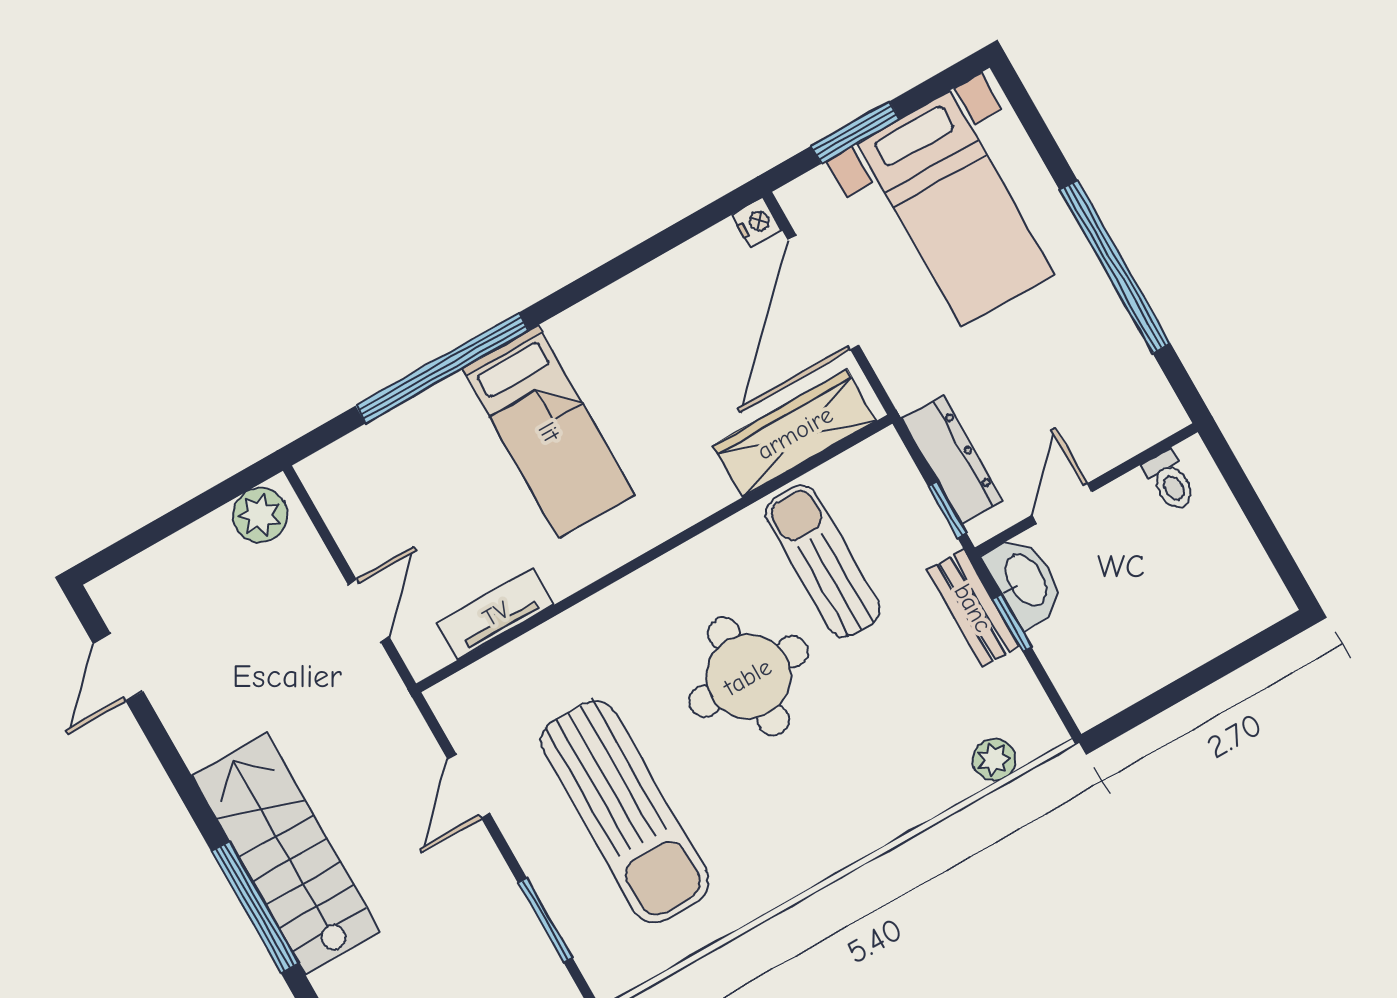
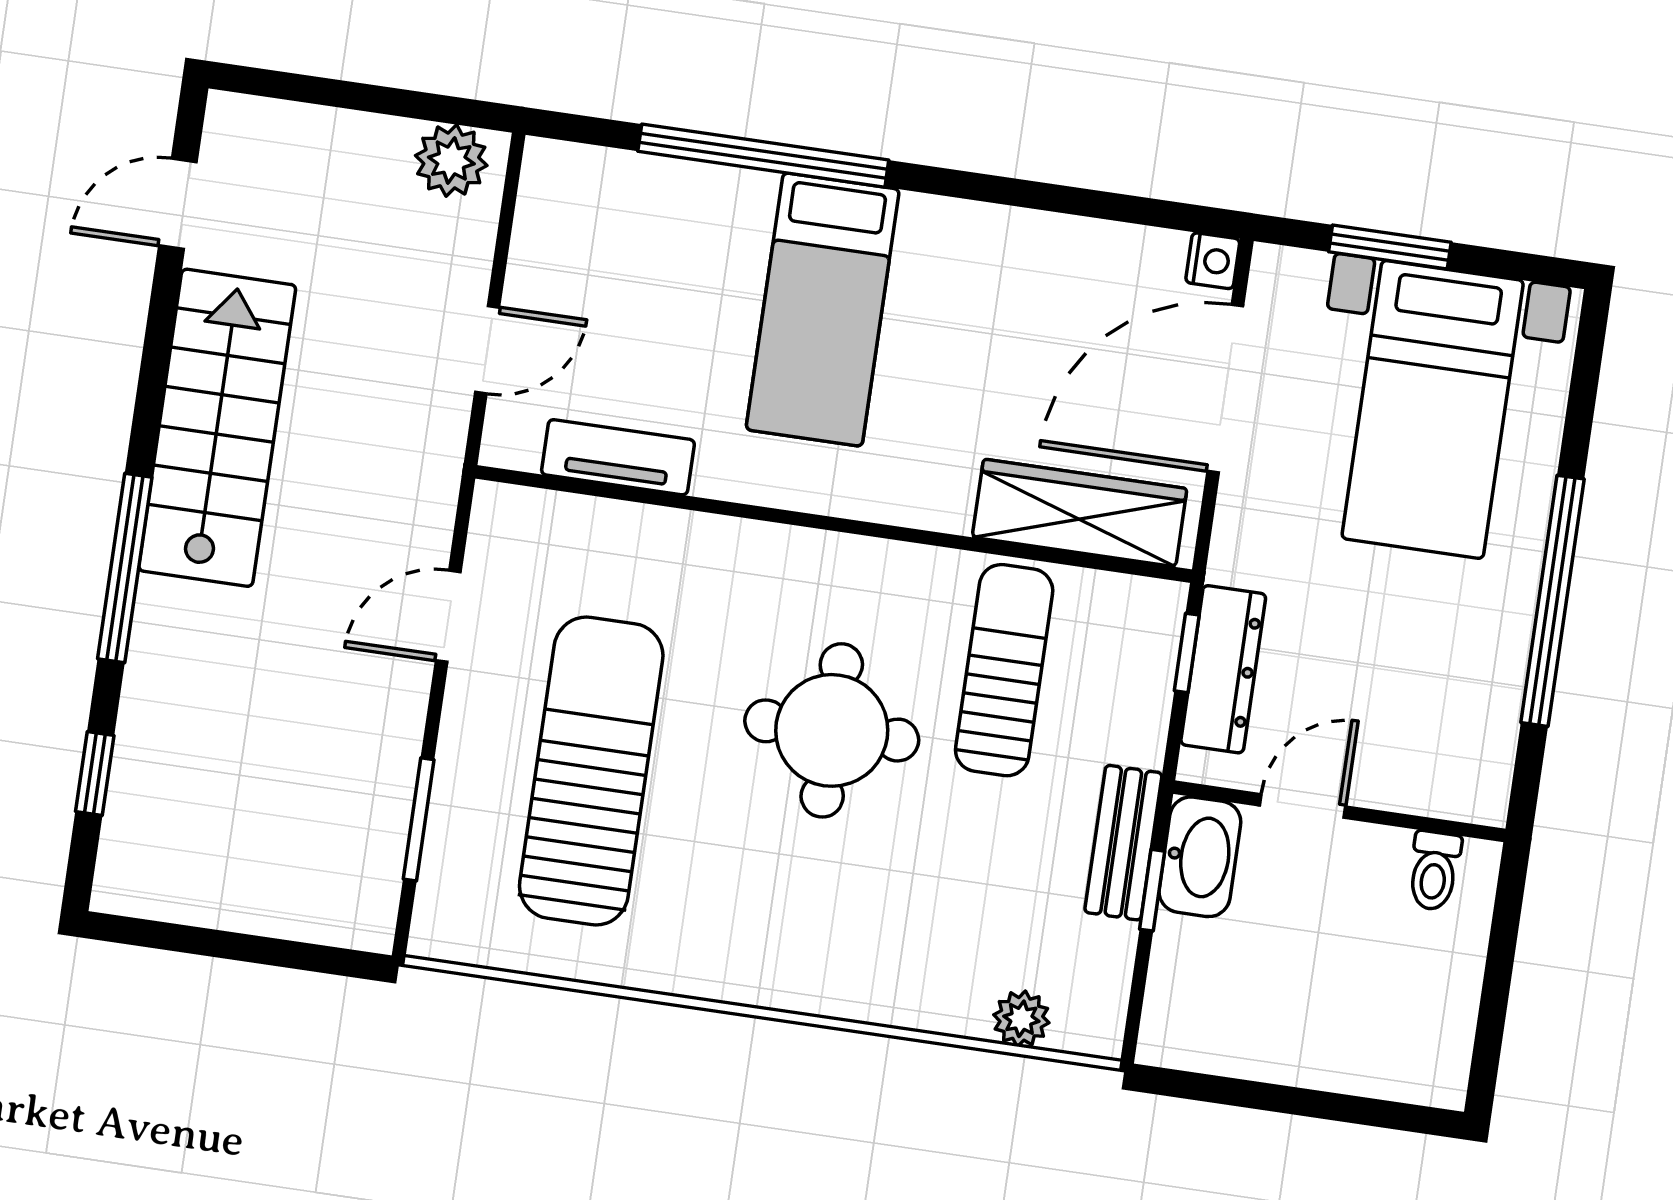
window: (947, 510) -> (1187, 653), moved
sun lounger: (625, 812) -> (591, 771), turned 180
stairs: (286, 853) -> (217, 428), moved

